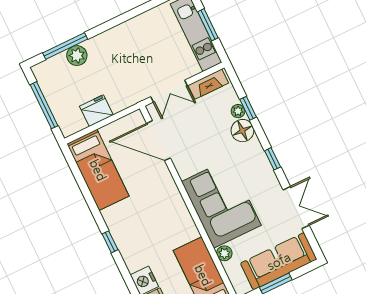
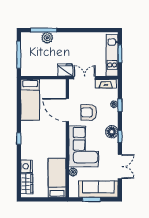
double door: (169, 91) -> (85, 78), swing flipped
fridge: (96, 111) -> (65, 70), moved
floor lamp: (242, 131) -> (112, 132), moved
door: (158, 141) -> (67, 110), moved
armchair: (203, 144) -> (89, 112), added

